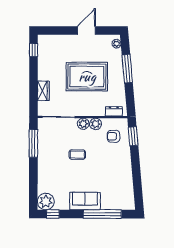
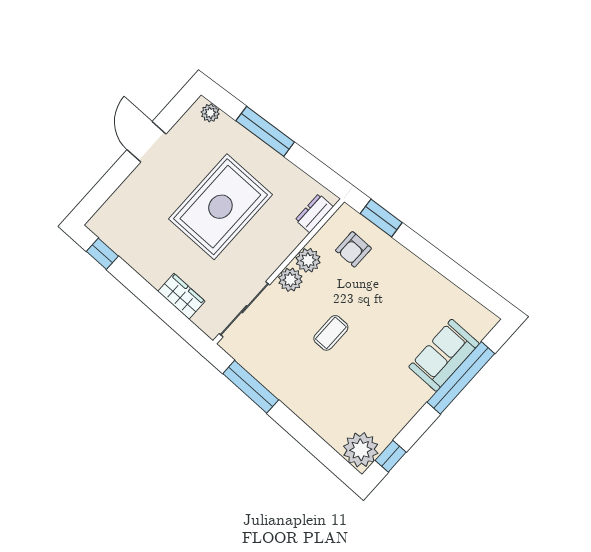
sofa: (85, 201) -> (444, 355), moved

